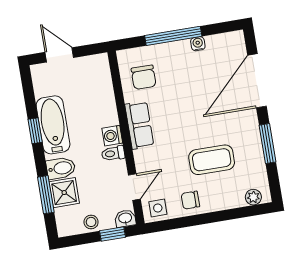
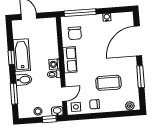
window: (173, 36) -> (80, 13), moved
shower: (64, 193) -> (24, 93), removed

